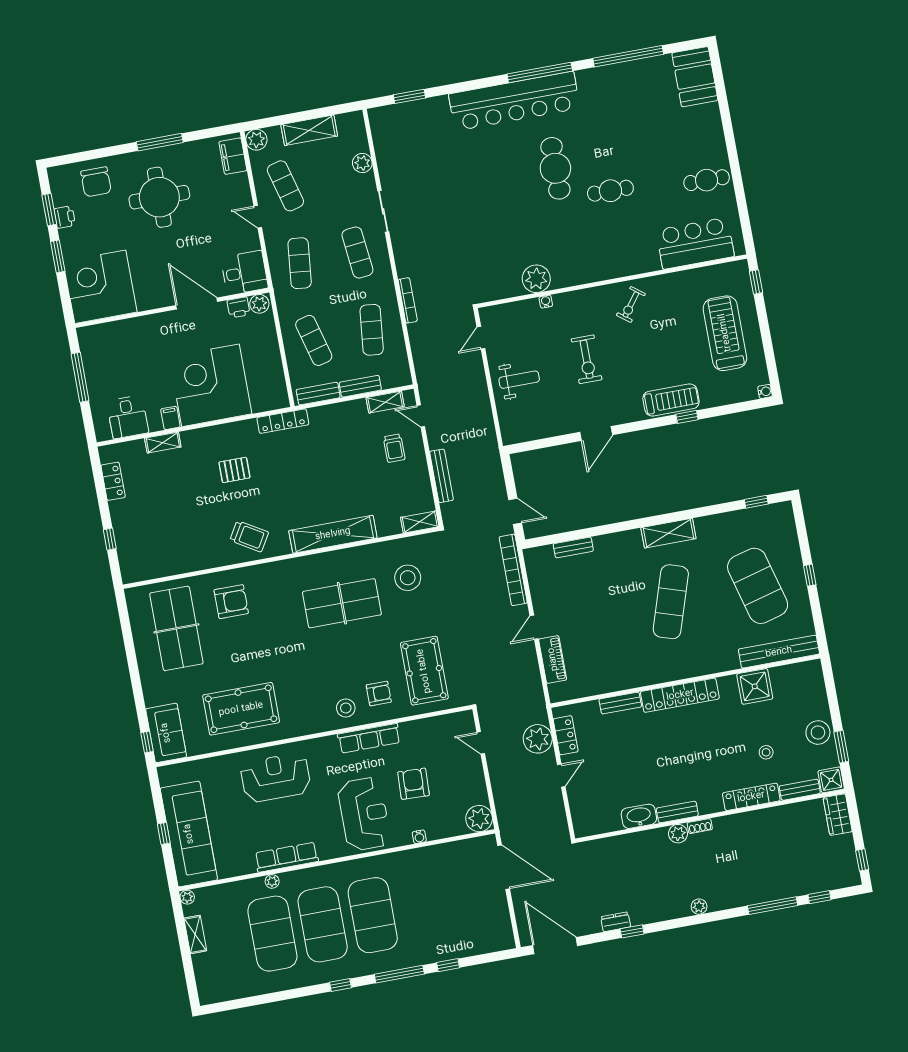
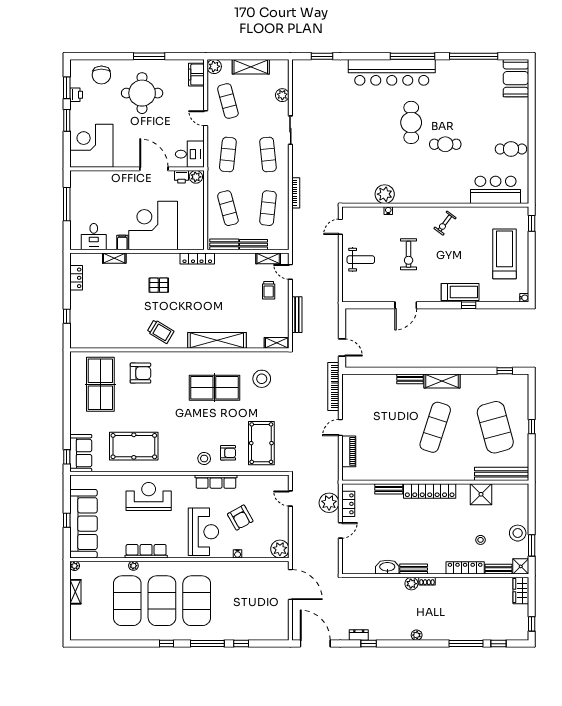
bench: (573, 547) -> (410, 379), moved
armchair: (414, 784) -> (240, 518), turned 149

